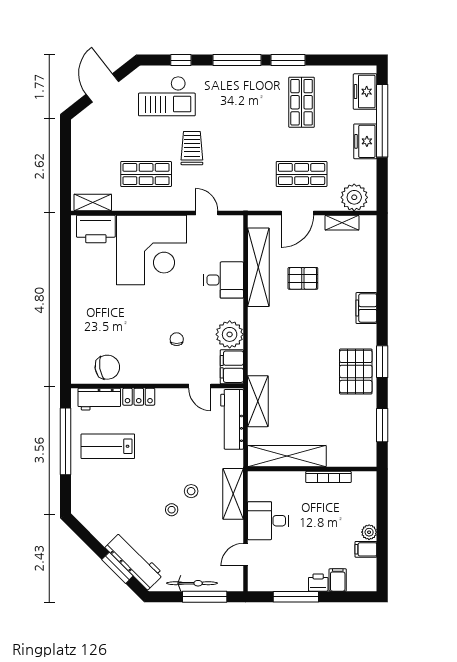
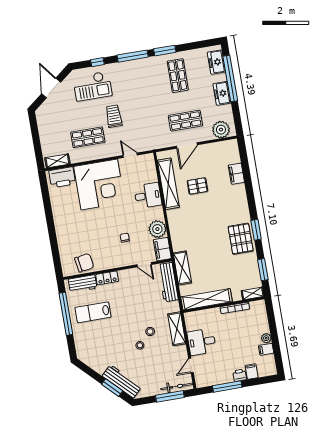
shelving: (342, 223) -> (253, 293), moved
filing cabinet: (366, 308) -> (236, 174), moved
bicycle: (192, 583) -> (177, 386), moved

